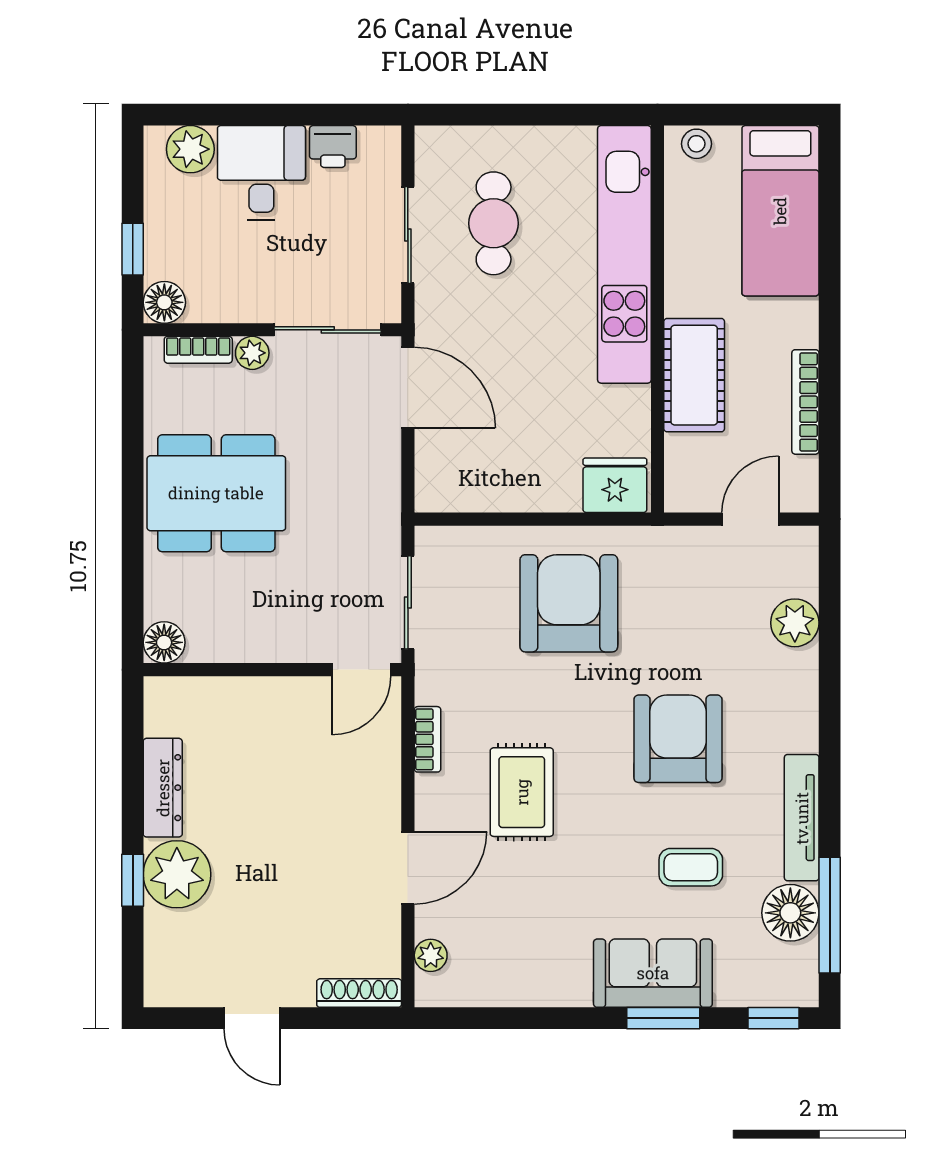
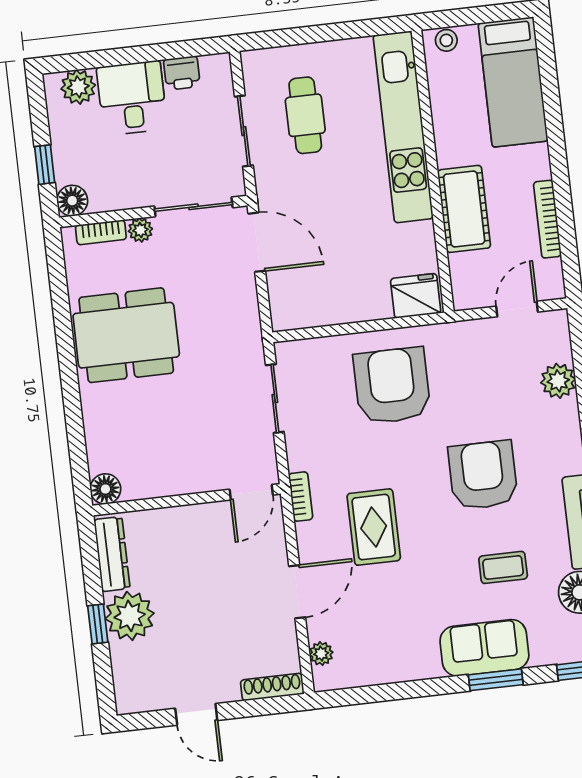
floor lamp: (164, 642) -> (105, 489), moved
wall: (272, 670) -> (187, 500), moved
door: (361, 670) -> (251, 492), moved

